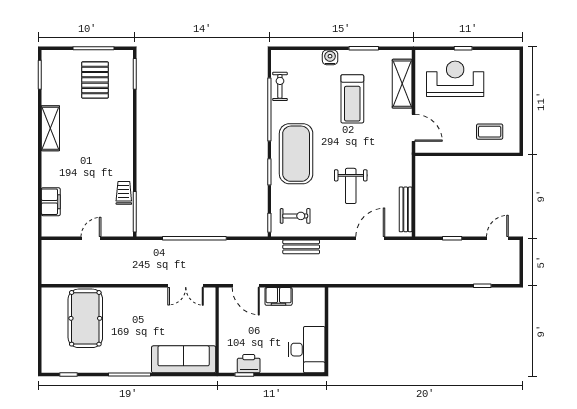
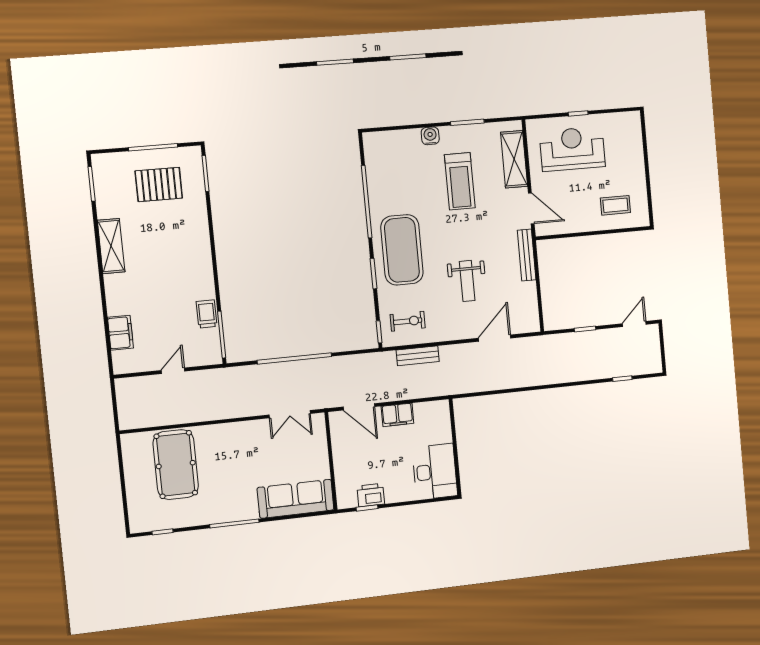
pallet: (95, 80) -> (159, 184), turned 90
exercise bike: (280, 86) -> (376, 174), removed
bench: (406, 209) -> (527, 255), moved

